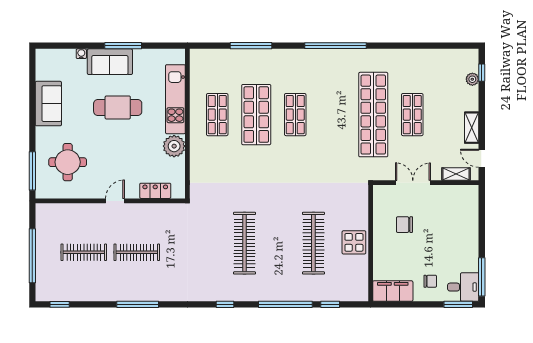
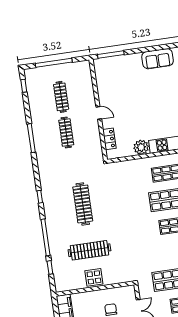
cafe table: (118, 107) -> (162, 106), removed
round table: (68, 162) -> (120, 77), removed
clothes rail: (245, 243) -> (83, 204), turned 90

